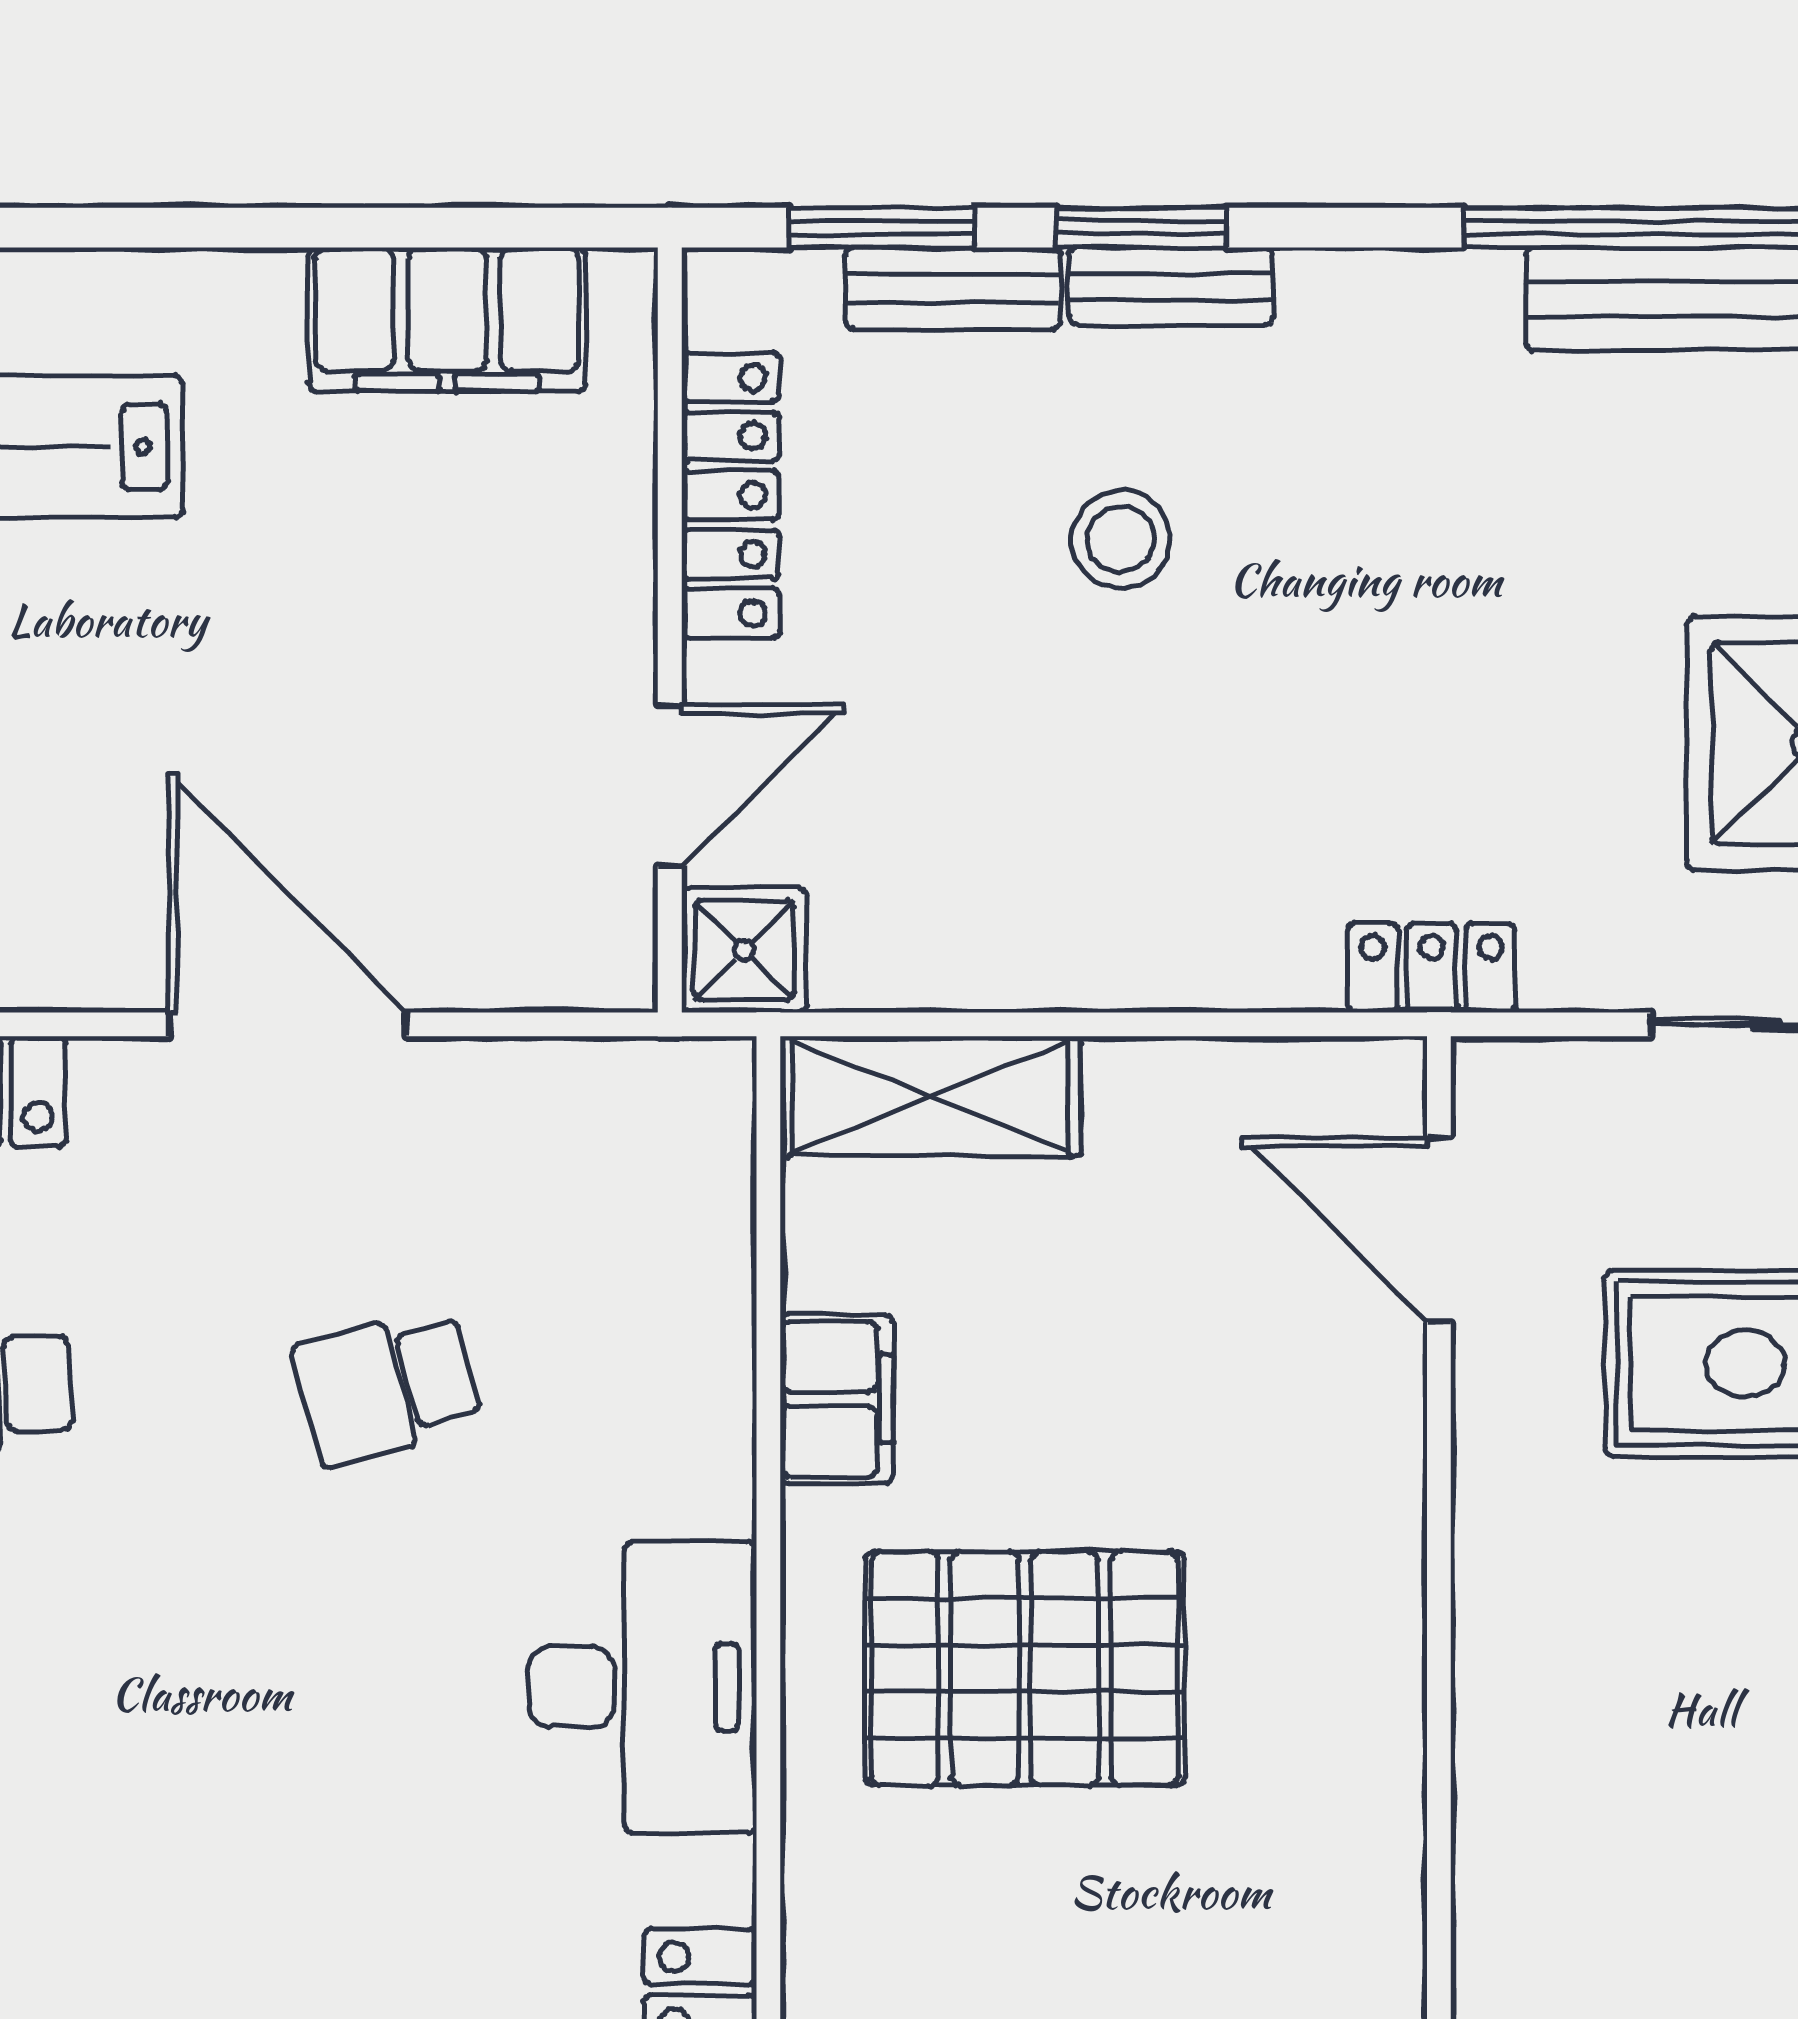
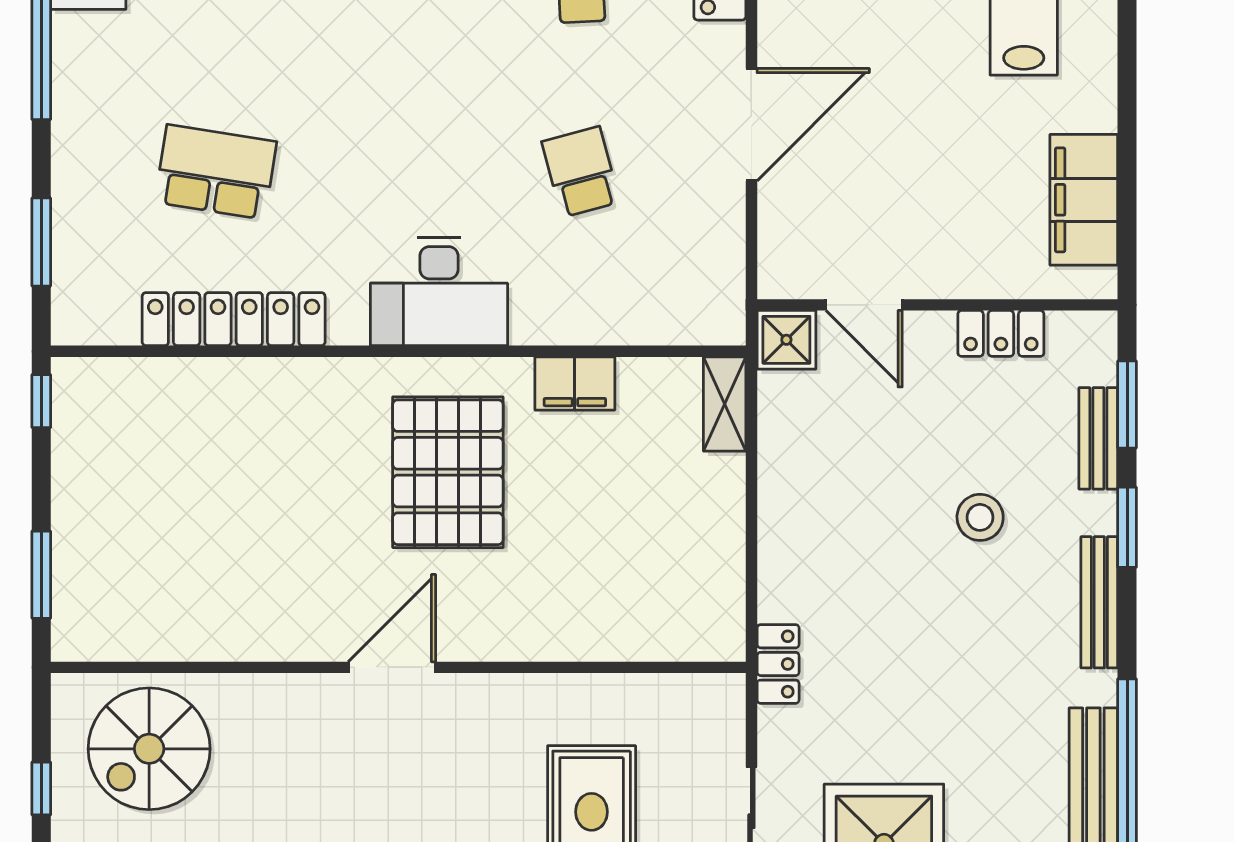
bench: (1171, 286) -> (1099, 602), moved, width x1.36
locker: (730, 495) -> (1001, 333), width x0.66
shelving: (930, 1096) -> (725, 404), width x0.67, depth x0.75
door: (1439, 1230) -> (392, 667), moved

